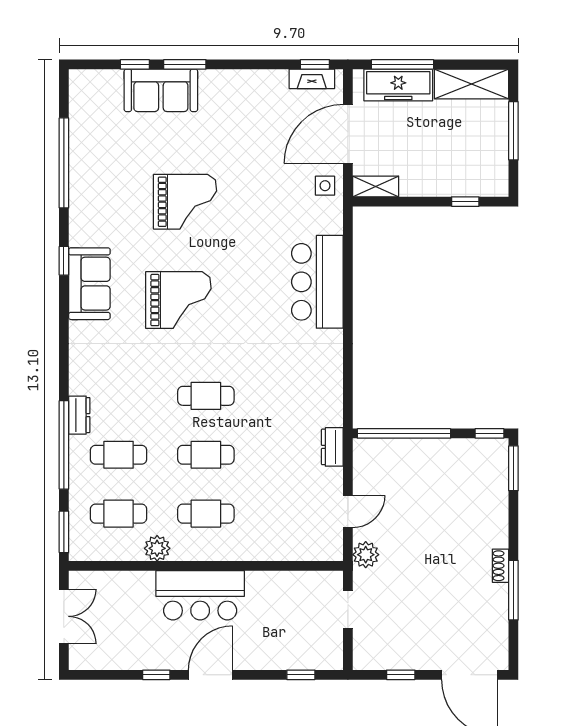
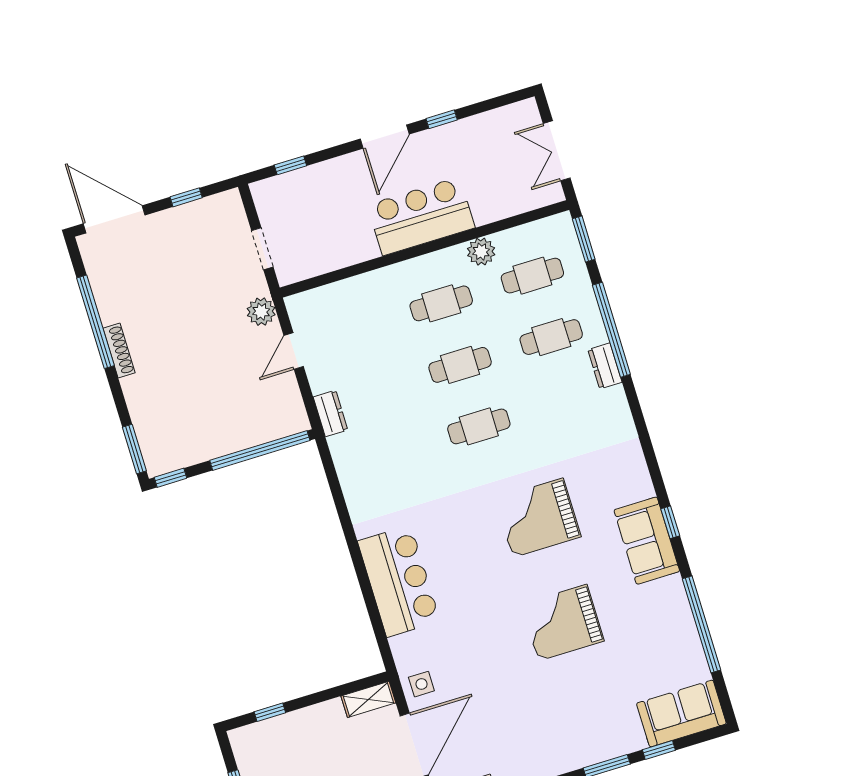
sofa: (161, 90) -> (681, 713), moved
sofa: (89, 284) -> (647, 541), moved
shoe rack: (501, 566) -> (119, 351), width x1.43
window: (513, 590) -> (95, 322), width x1.46

